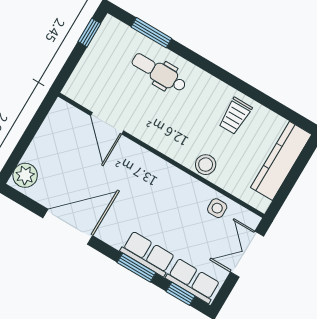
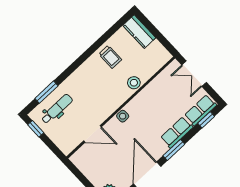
dental chair: (159, 73) -> (57, 109), moved, turned 180
kitchen counter: (281, 161) -> (139, 32), width x0.67
side table: (217, 208) -> (123, 116), moved
window: (136, 268) -> (174, 150), moved

